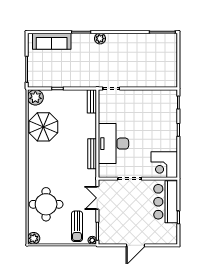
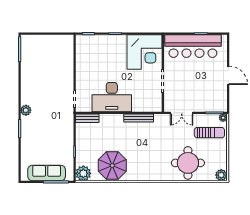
sofa: (52, 41) -> (47, 173), moved, turned -90
desk: (113, 144) -> (112, 97), moved
corner desk: (164, 165) -> (145, 52), width x1.36, depth x1.36
bar counter: (166, 202) -> (193, 46), width x1.36

